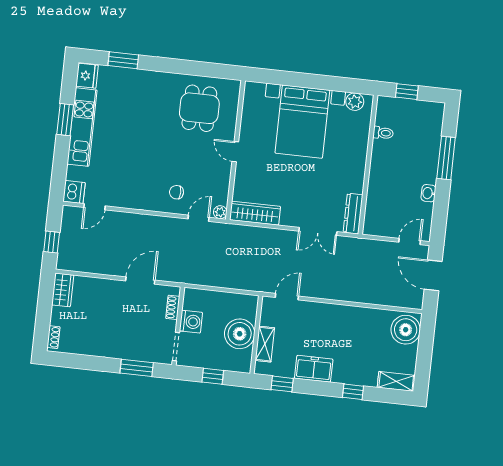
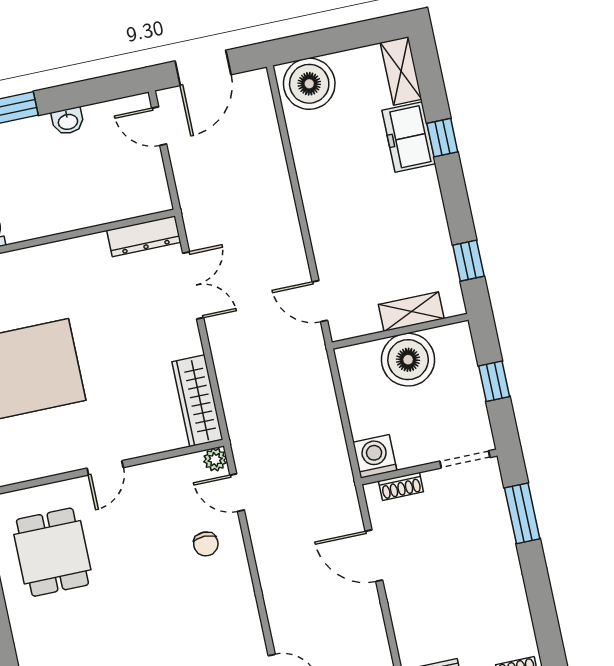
dining table: (199, 108) -> (52, 552), turned 90
washing machine: (191, 322) -> (375, 456), moved
freezer: (314, 369) -> (409, 137), moved

